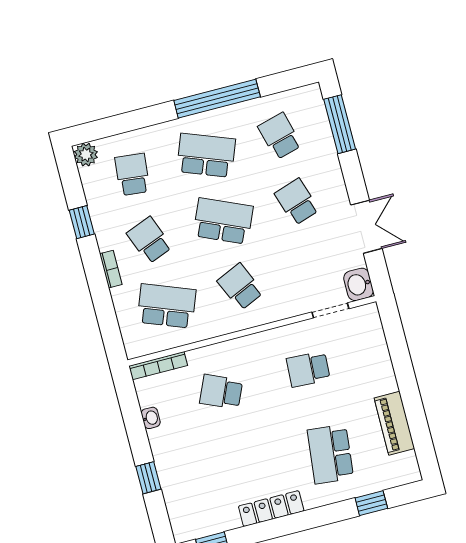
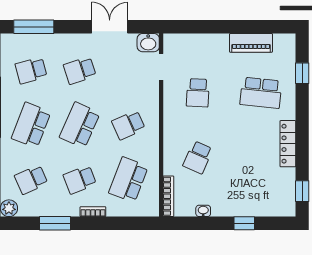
school desk: (132, 174) -> (31, 180), turned -30
window: (82, 222) -> (55, 223), width x1.50

